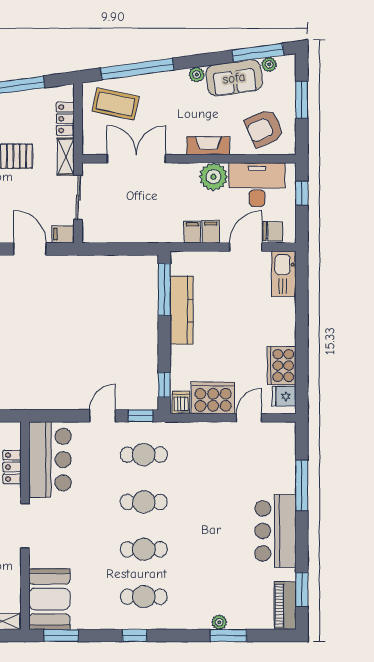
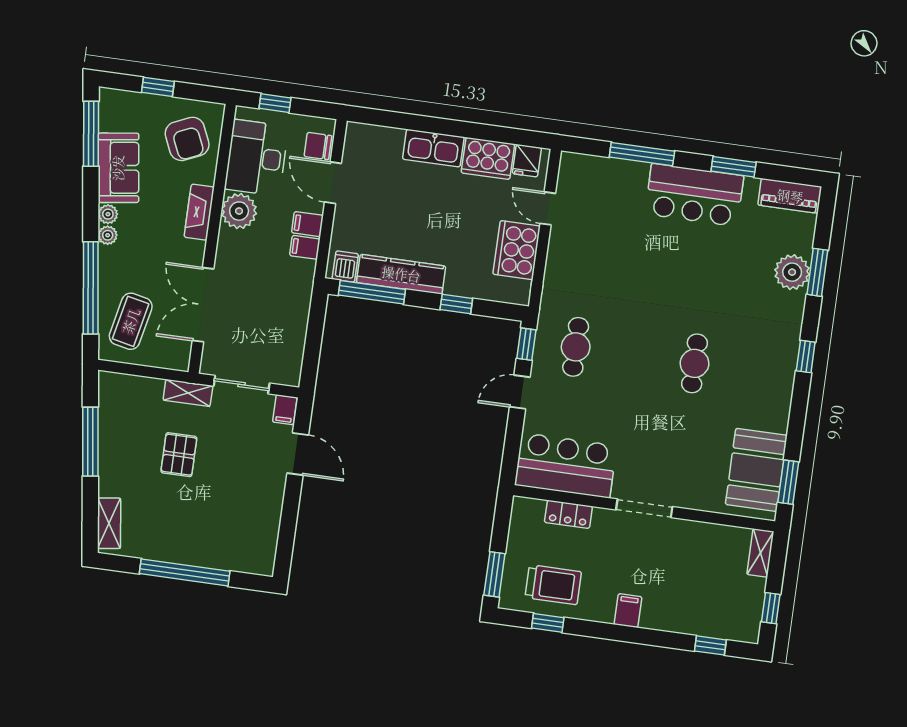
plant: (269, 64) -> (108, 235), moved
window: (302, 100) -> (158, 87), width x0.67
locker: (65, 119) -> (140, 387), removed
chair: (273, 231) -> (318, 146), turned -90
door: (30, 249) -> (298, 454), swing flipped
kitchen sink: (284, 274) -> (433, 148), moved
window: (164, 385) -> (456, 304), moved
dishwasher: (181, 402) -> (345, 266), moved, turned 90
door: (102, 416) -> (520, 392), hinge flipped
cafe table: (144, 502) -> (635, 355), removed
window: (302, 589) -> (734, 167), moved
cafe table: (144, 597) -> (754, 372), removed
booth: (49, 599) -> (756, 470), moved, turned 90
plant: (219, 622) -> (792, 272), width x1.88, depth x1.88
window: (135, 635) -> (806, 357), moved

